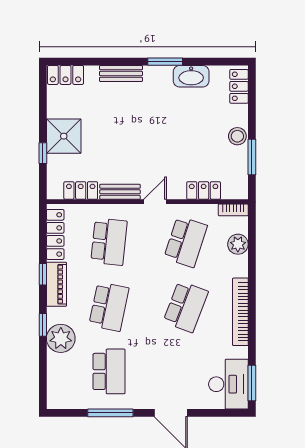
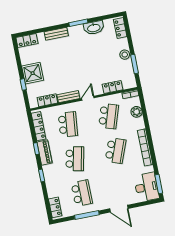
plant: (61, 338) -> (53, 181), removed
locker: (56, 388) -> (55, 207), added

